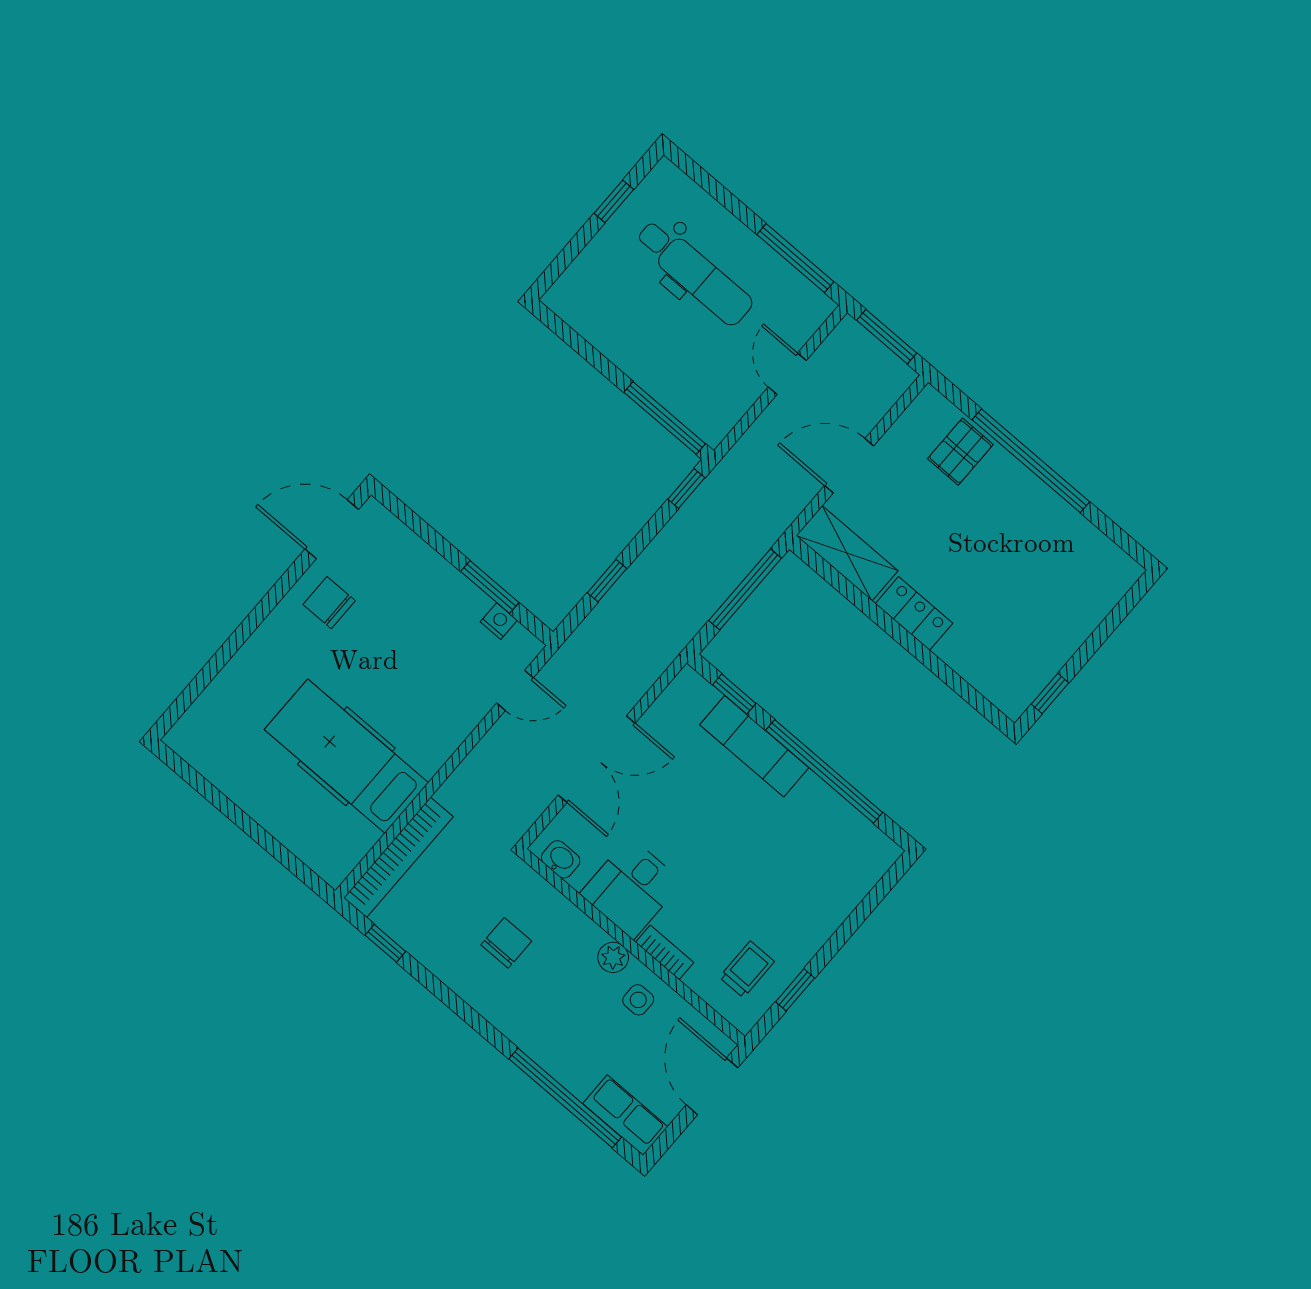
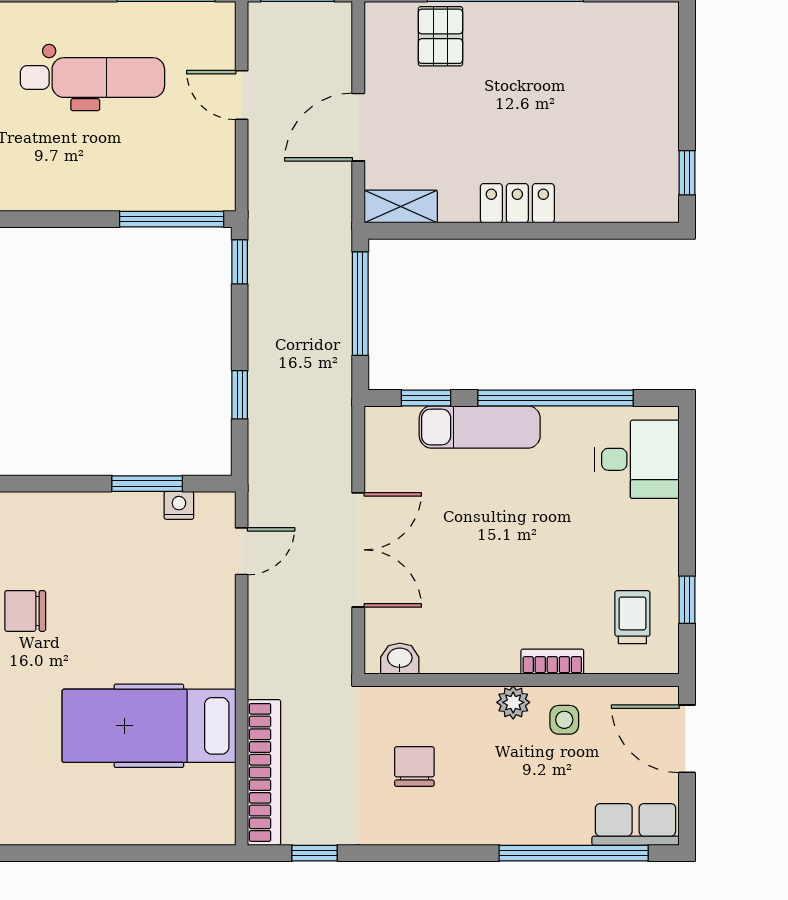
shelving: (847, 553) -> (401, 207), width x0.67, depth x0.75
desk: (631, 888) -> (637, 459), moved, turned -90

